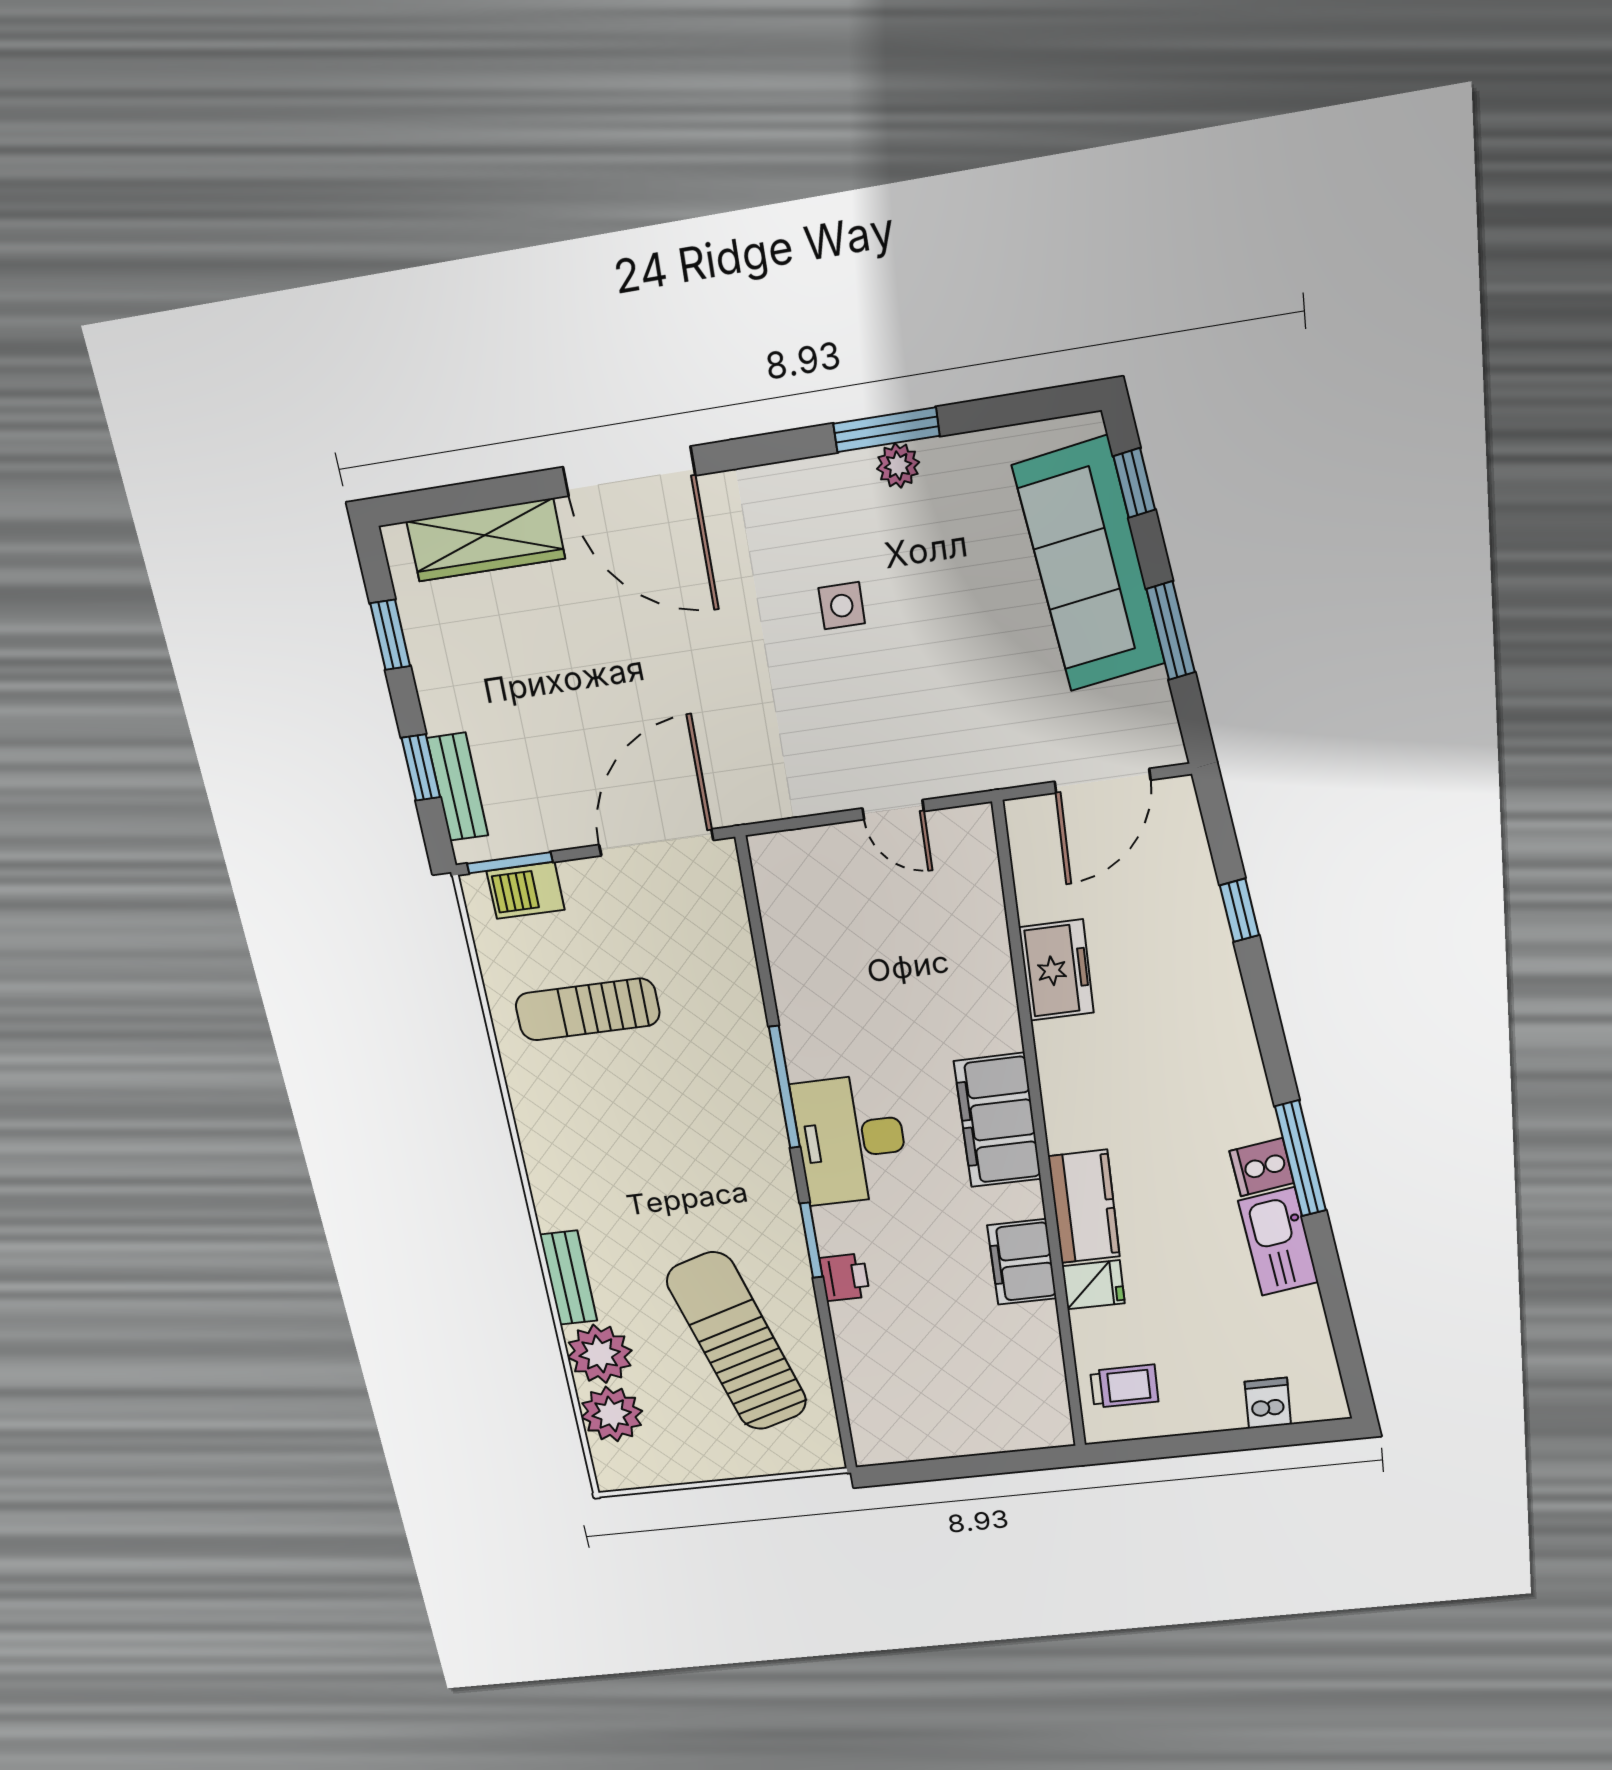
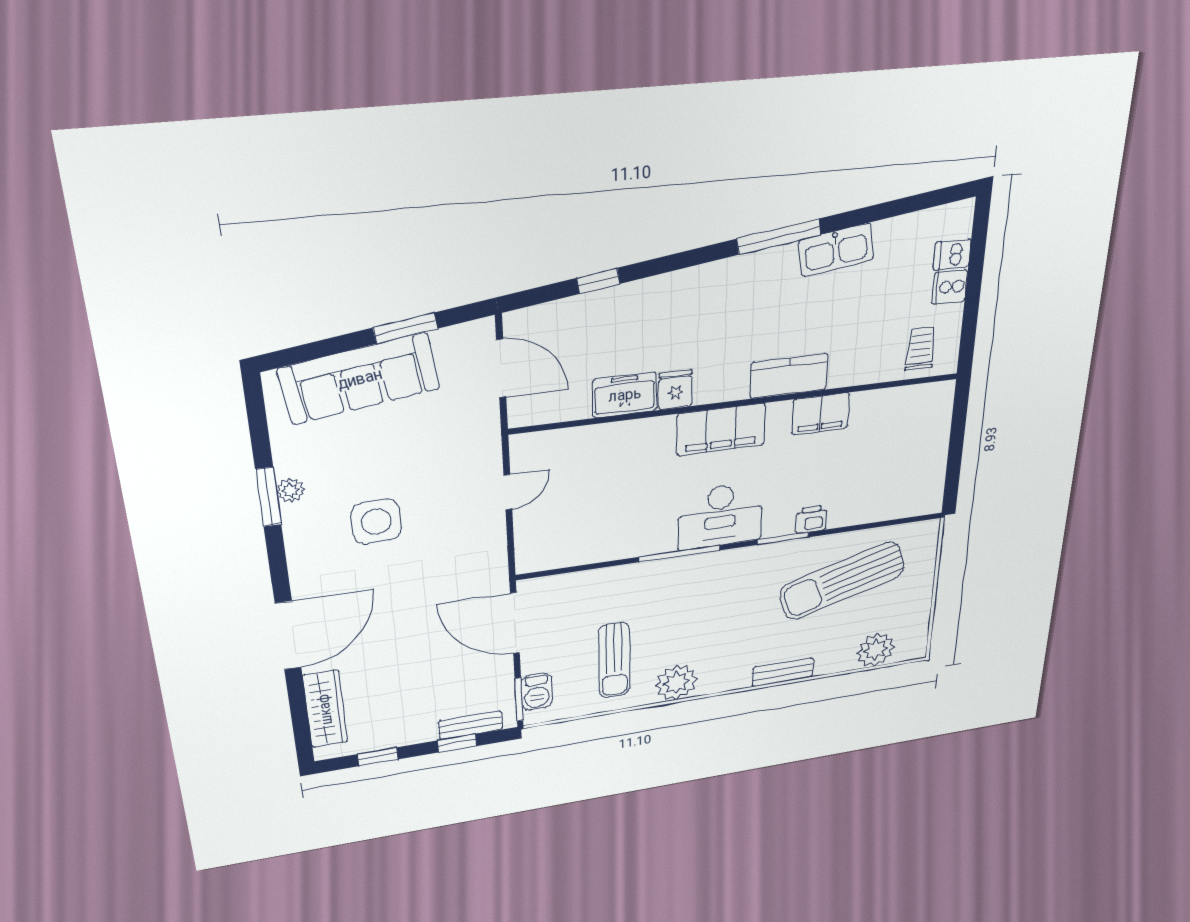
window: (1134, 483) -> (308, 352), removed
side table: (842, 606) -> (376, 522), width x1.87, depth x1.87
cooker: (1262, 1167) -> (950, 287), moved, turned 98
fridge: (1093, 1285) -> (675, 390), moved
plant: (600, 1354) -> (676, 683), moved

